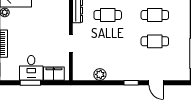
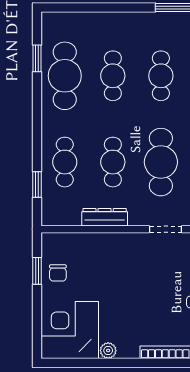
cafe table: (108, 41) -> (161, 162), added

